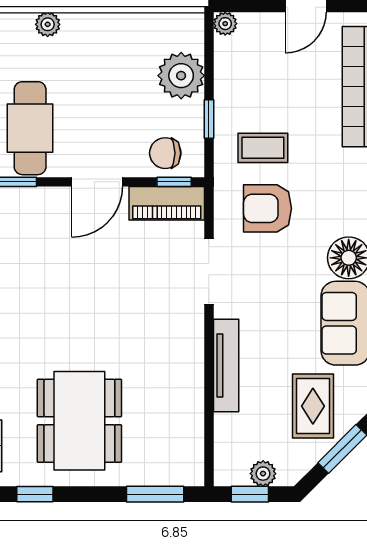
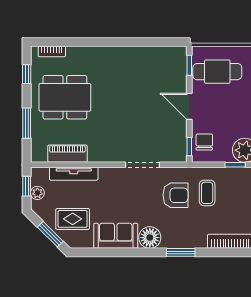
window: (209, 119) -> (235, 165), moved
piano: (167, 203) -> (67, 154), moved, turned 90
armchair: (267, 208) -> (176, 195), turned 90
tv unit: (226, 365) -> (74, 174), moved
window: (155, 494) -> (27, 123), moved

